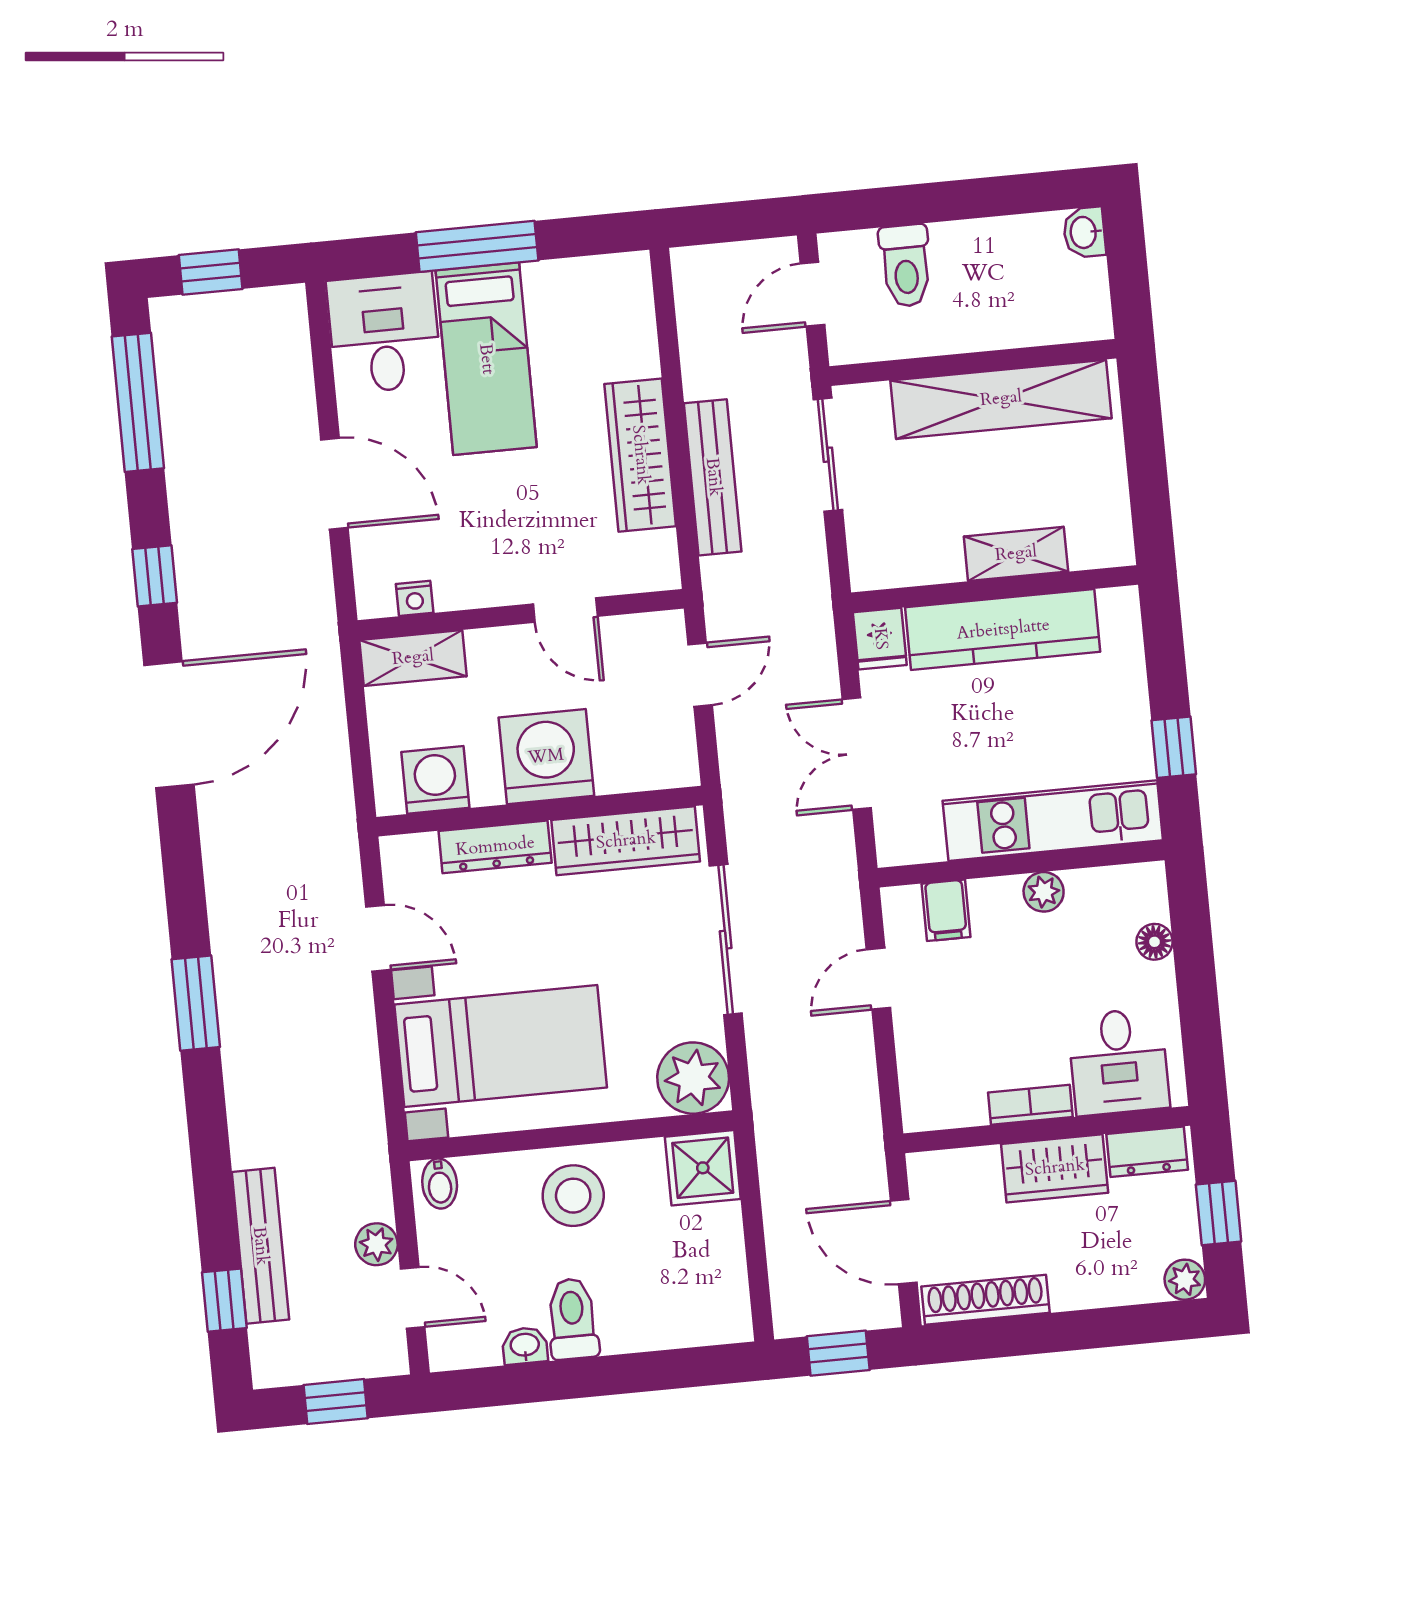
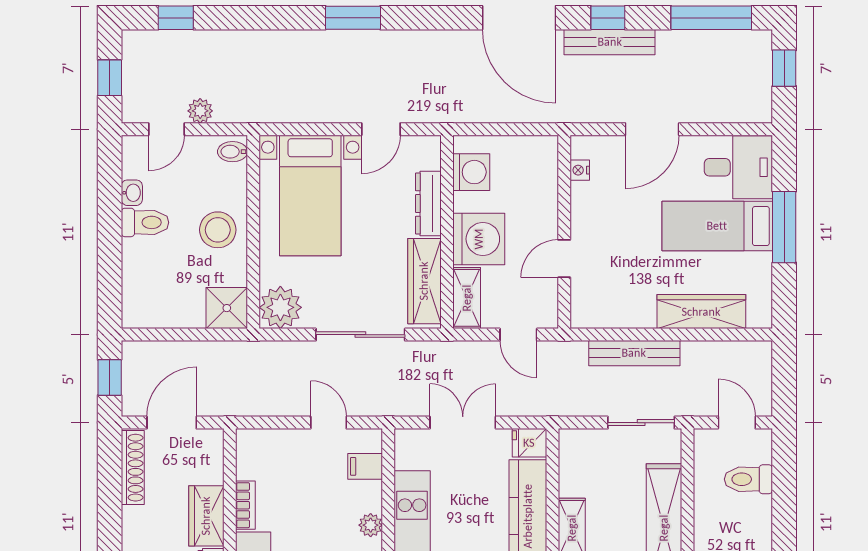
wardrobe: (640, 455) -> (701, 312), moved
shelving: (413, 658) -> (467, 298), moved
bench: (260, 1246) -> (610, 42), moved

